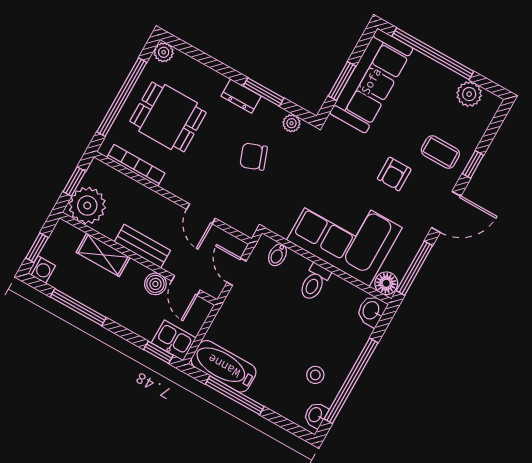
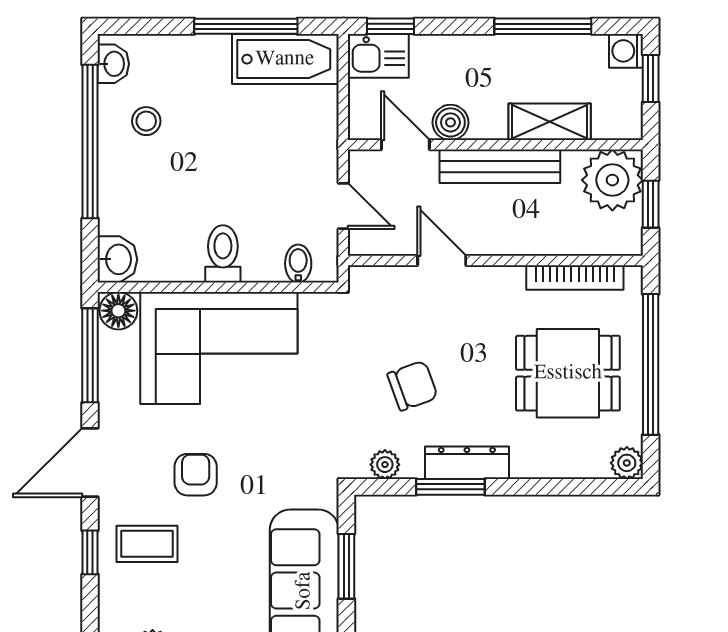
dresser: (241, 96) -> (467, 463), width x1.44
bench: (142, 246) -> (500, 166), width x1.36

